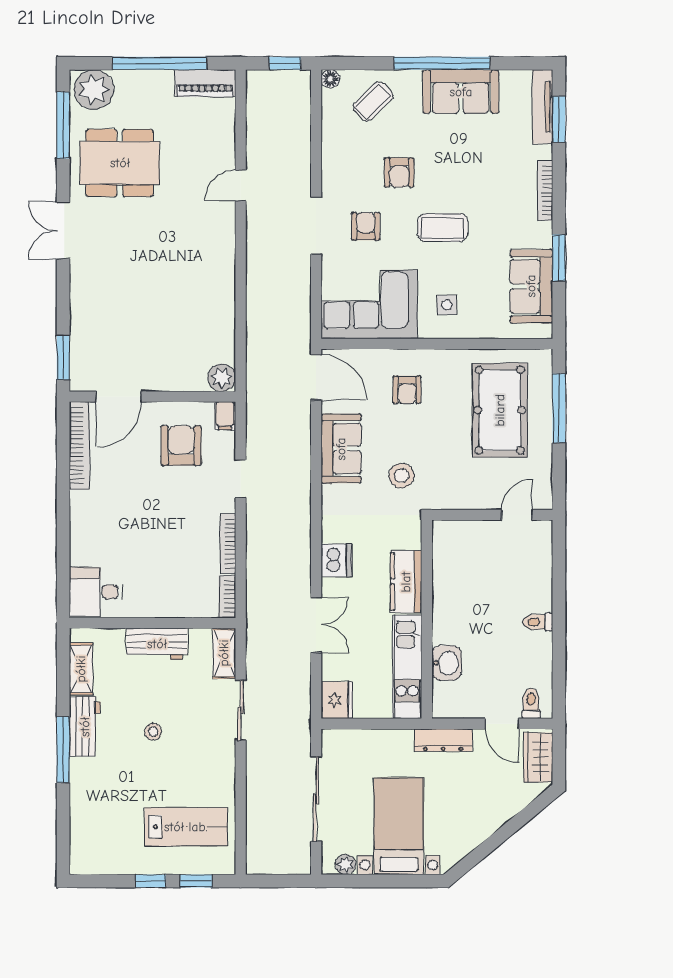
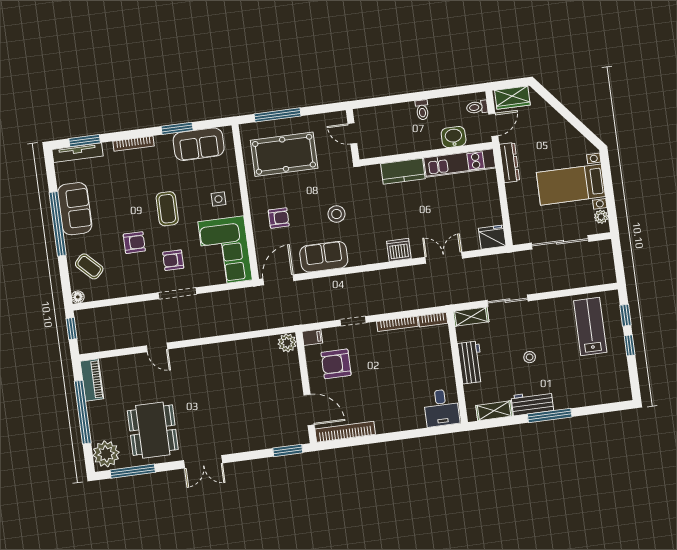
kitchen counter: (406, 582) -> (403, 171), moved
wall: (427, 619) -> (426, 154), moved
washbasin: (447, 663) -> (454, 137), moved
kitchen unit: (407, 667) -> (460, 163), moved

